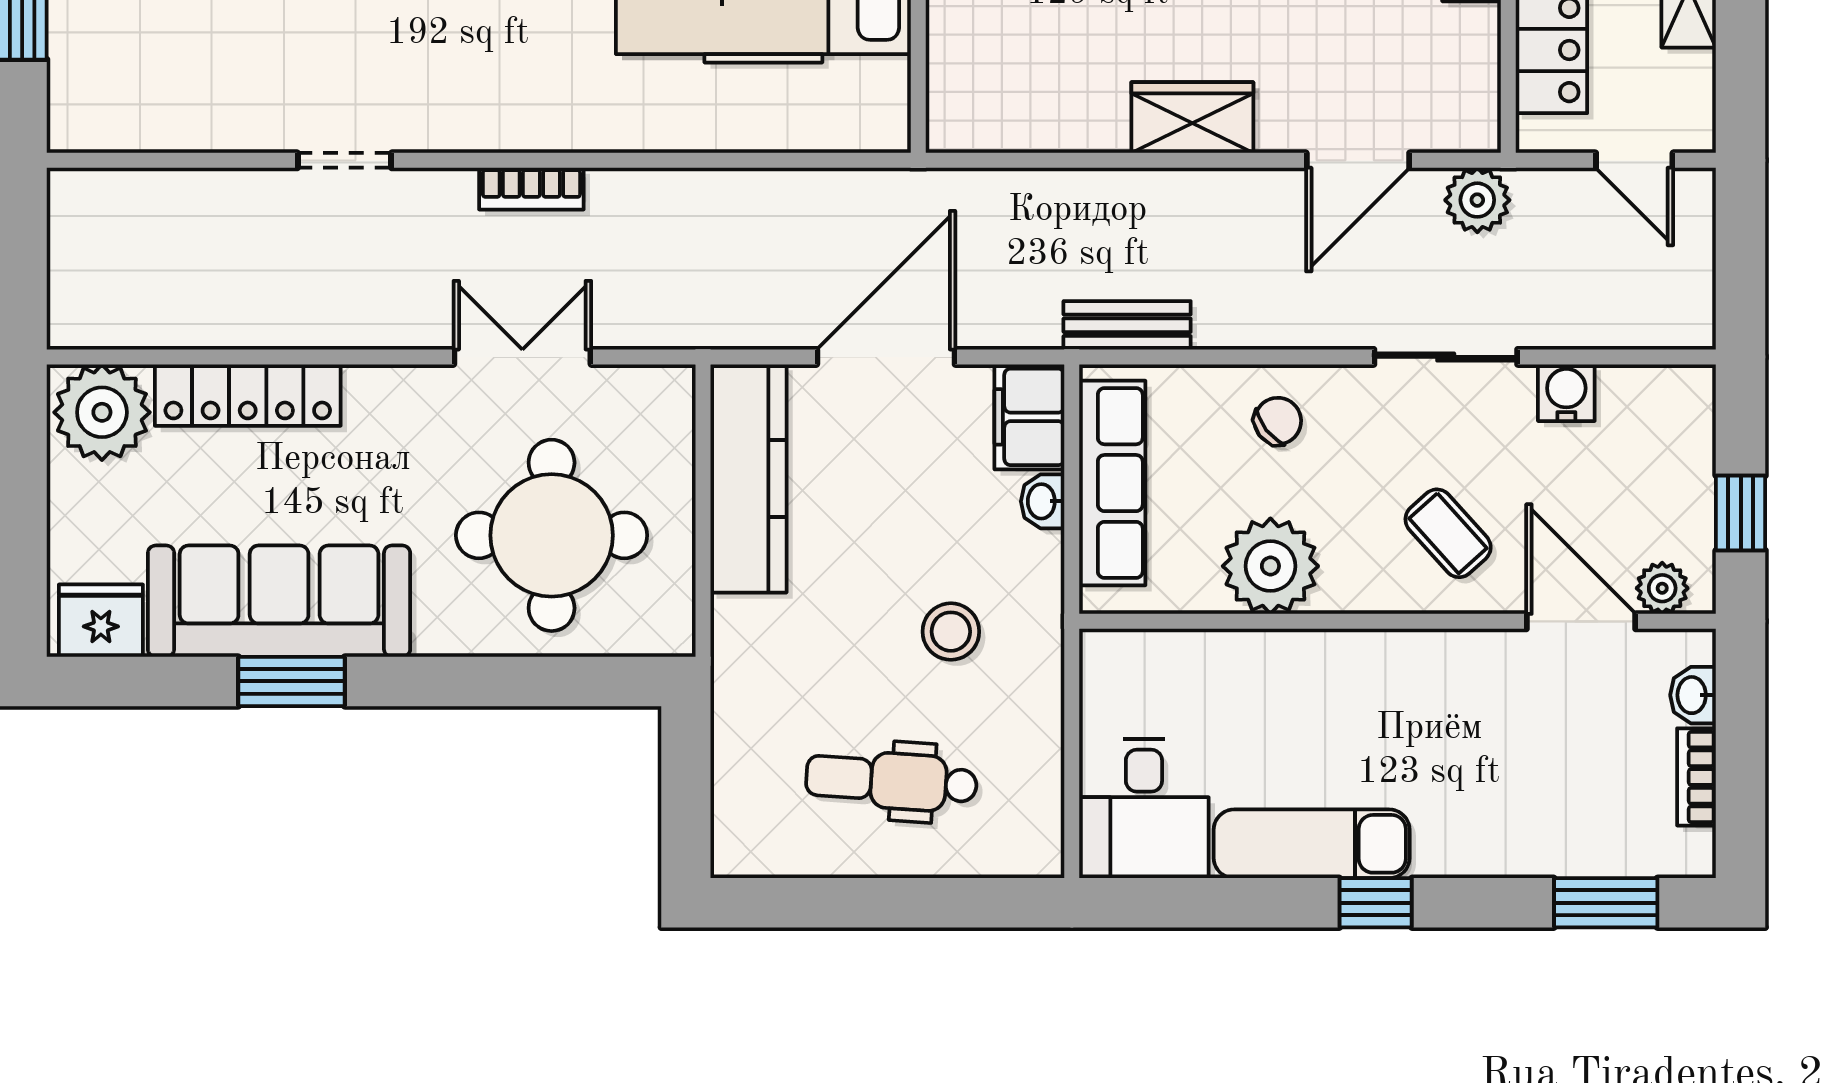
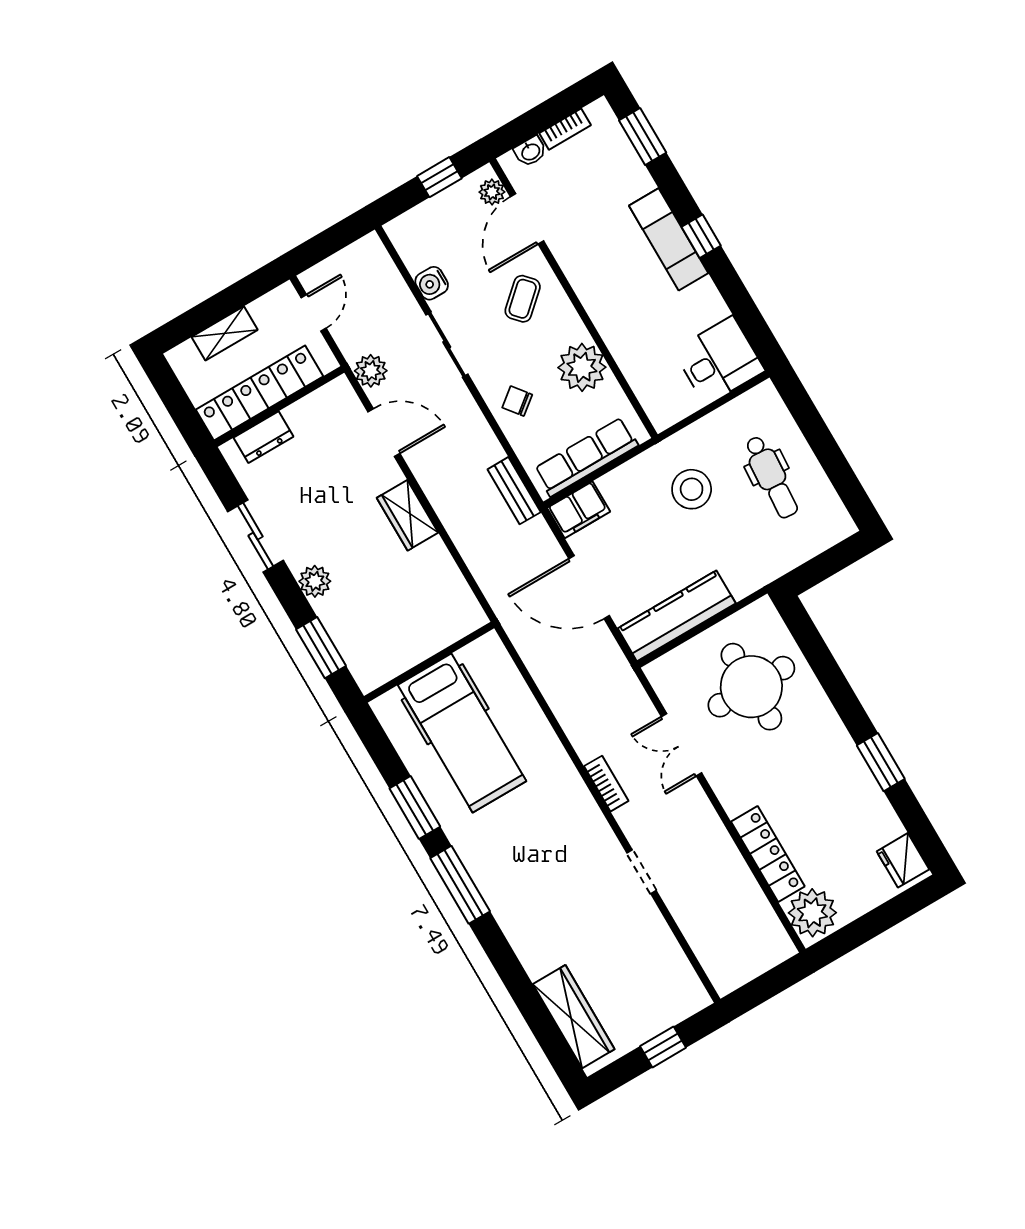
washbasin: (1043, 501) -> (612, 483), removed
sofa: (279, 601) -> (849, 788), removed
stool: (951, 632) -> (692, 489), width x1.38, depth x1.38
exam couch: (1312, 844) -> (669, 239), moved

